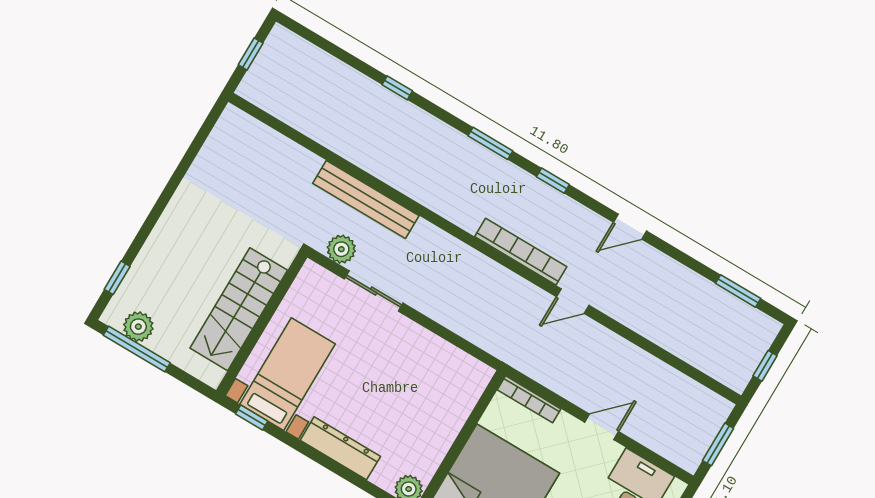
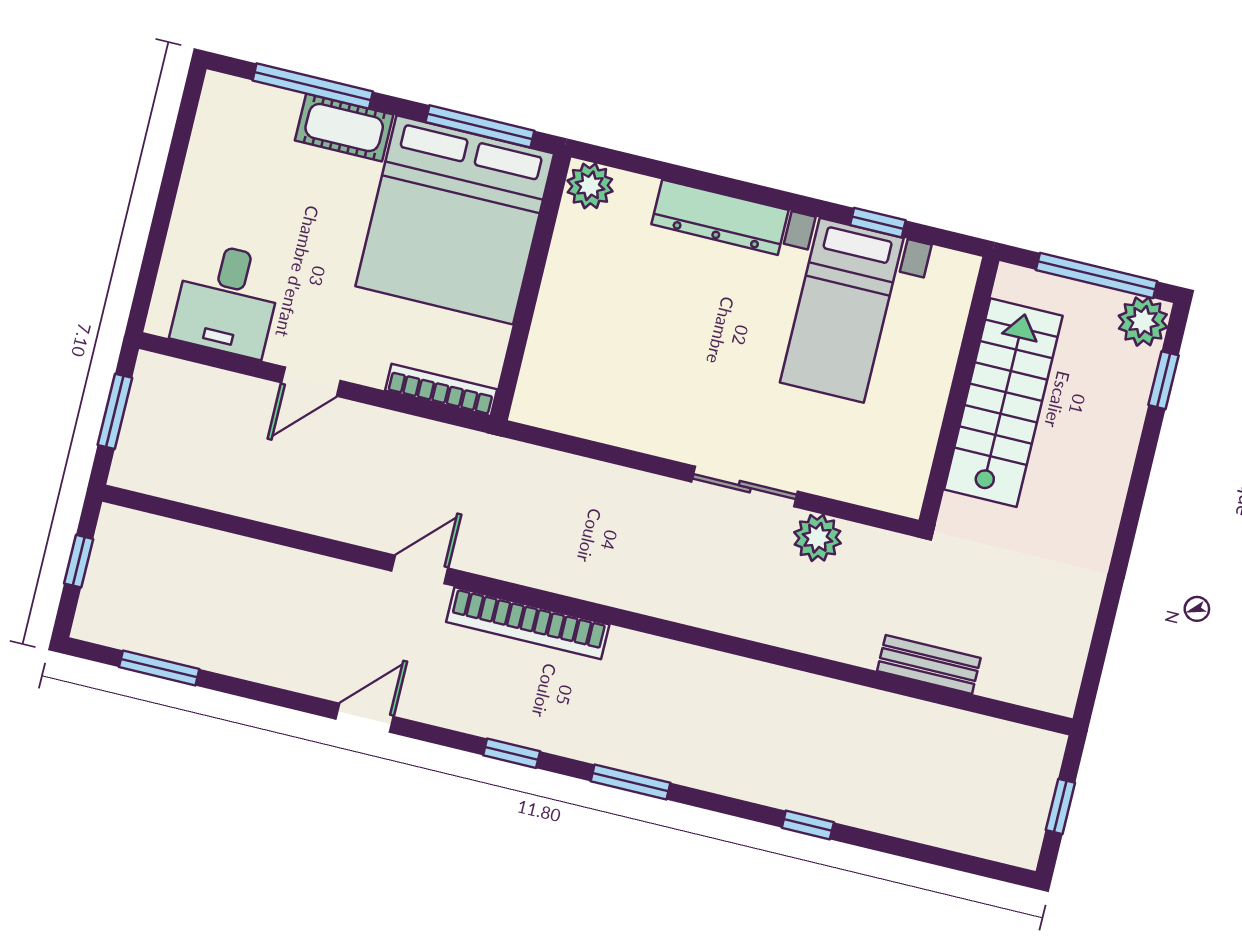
bench: (366, 199) -> (929, 665), moved, width x0.54, depth x0.82
stairs: (239, 309) -> (1003, 403), moved
wall: (262, 324) -> (959, 390), moved
plant: (138, 327) -> (1143, 321), moved

